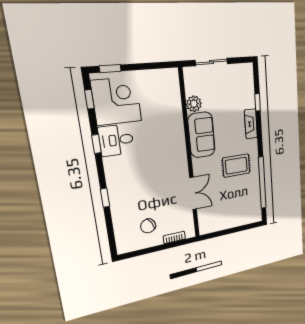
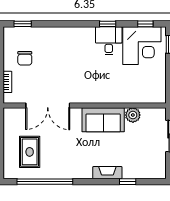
rug: (236, 166) -> (30, 152), moved
double door: (193, 193) -> (48, 105), width x1.37
window: (105, 198) -> (23, 24), moved
chair: (148, 226) -> (25, 58), turned -152

